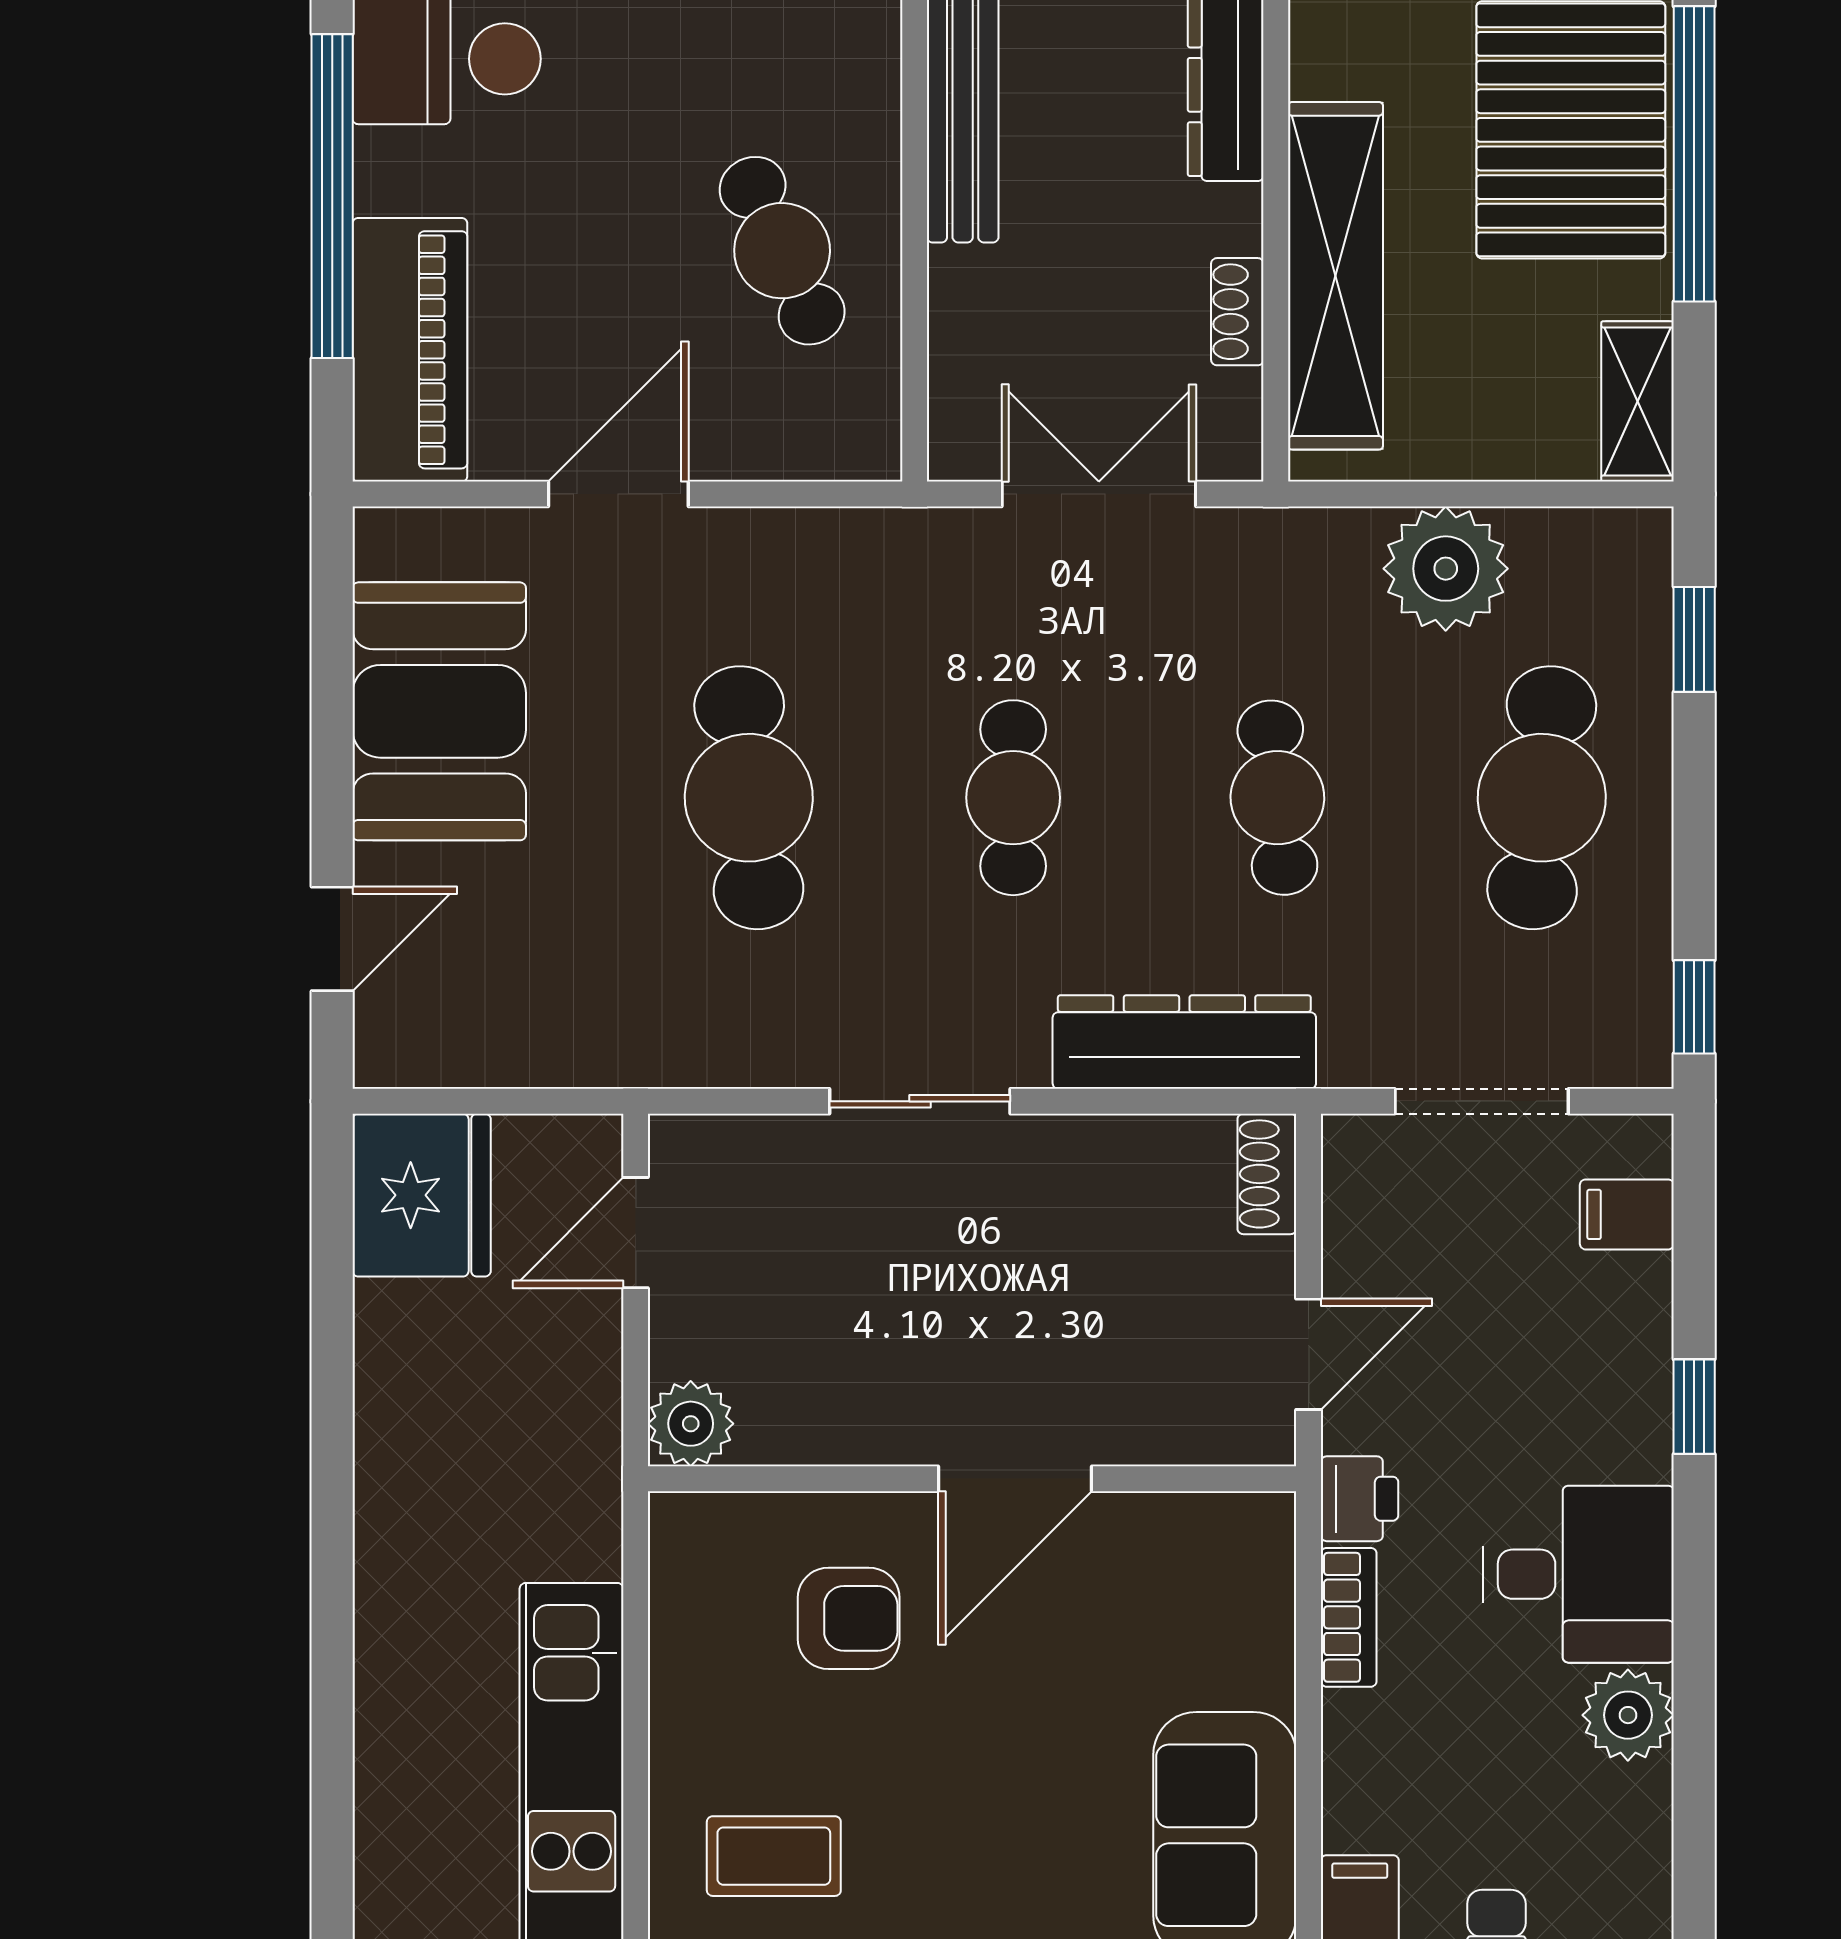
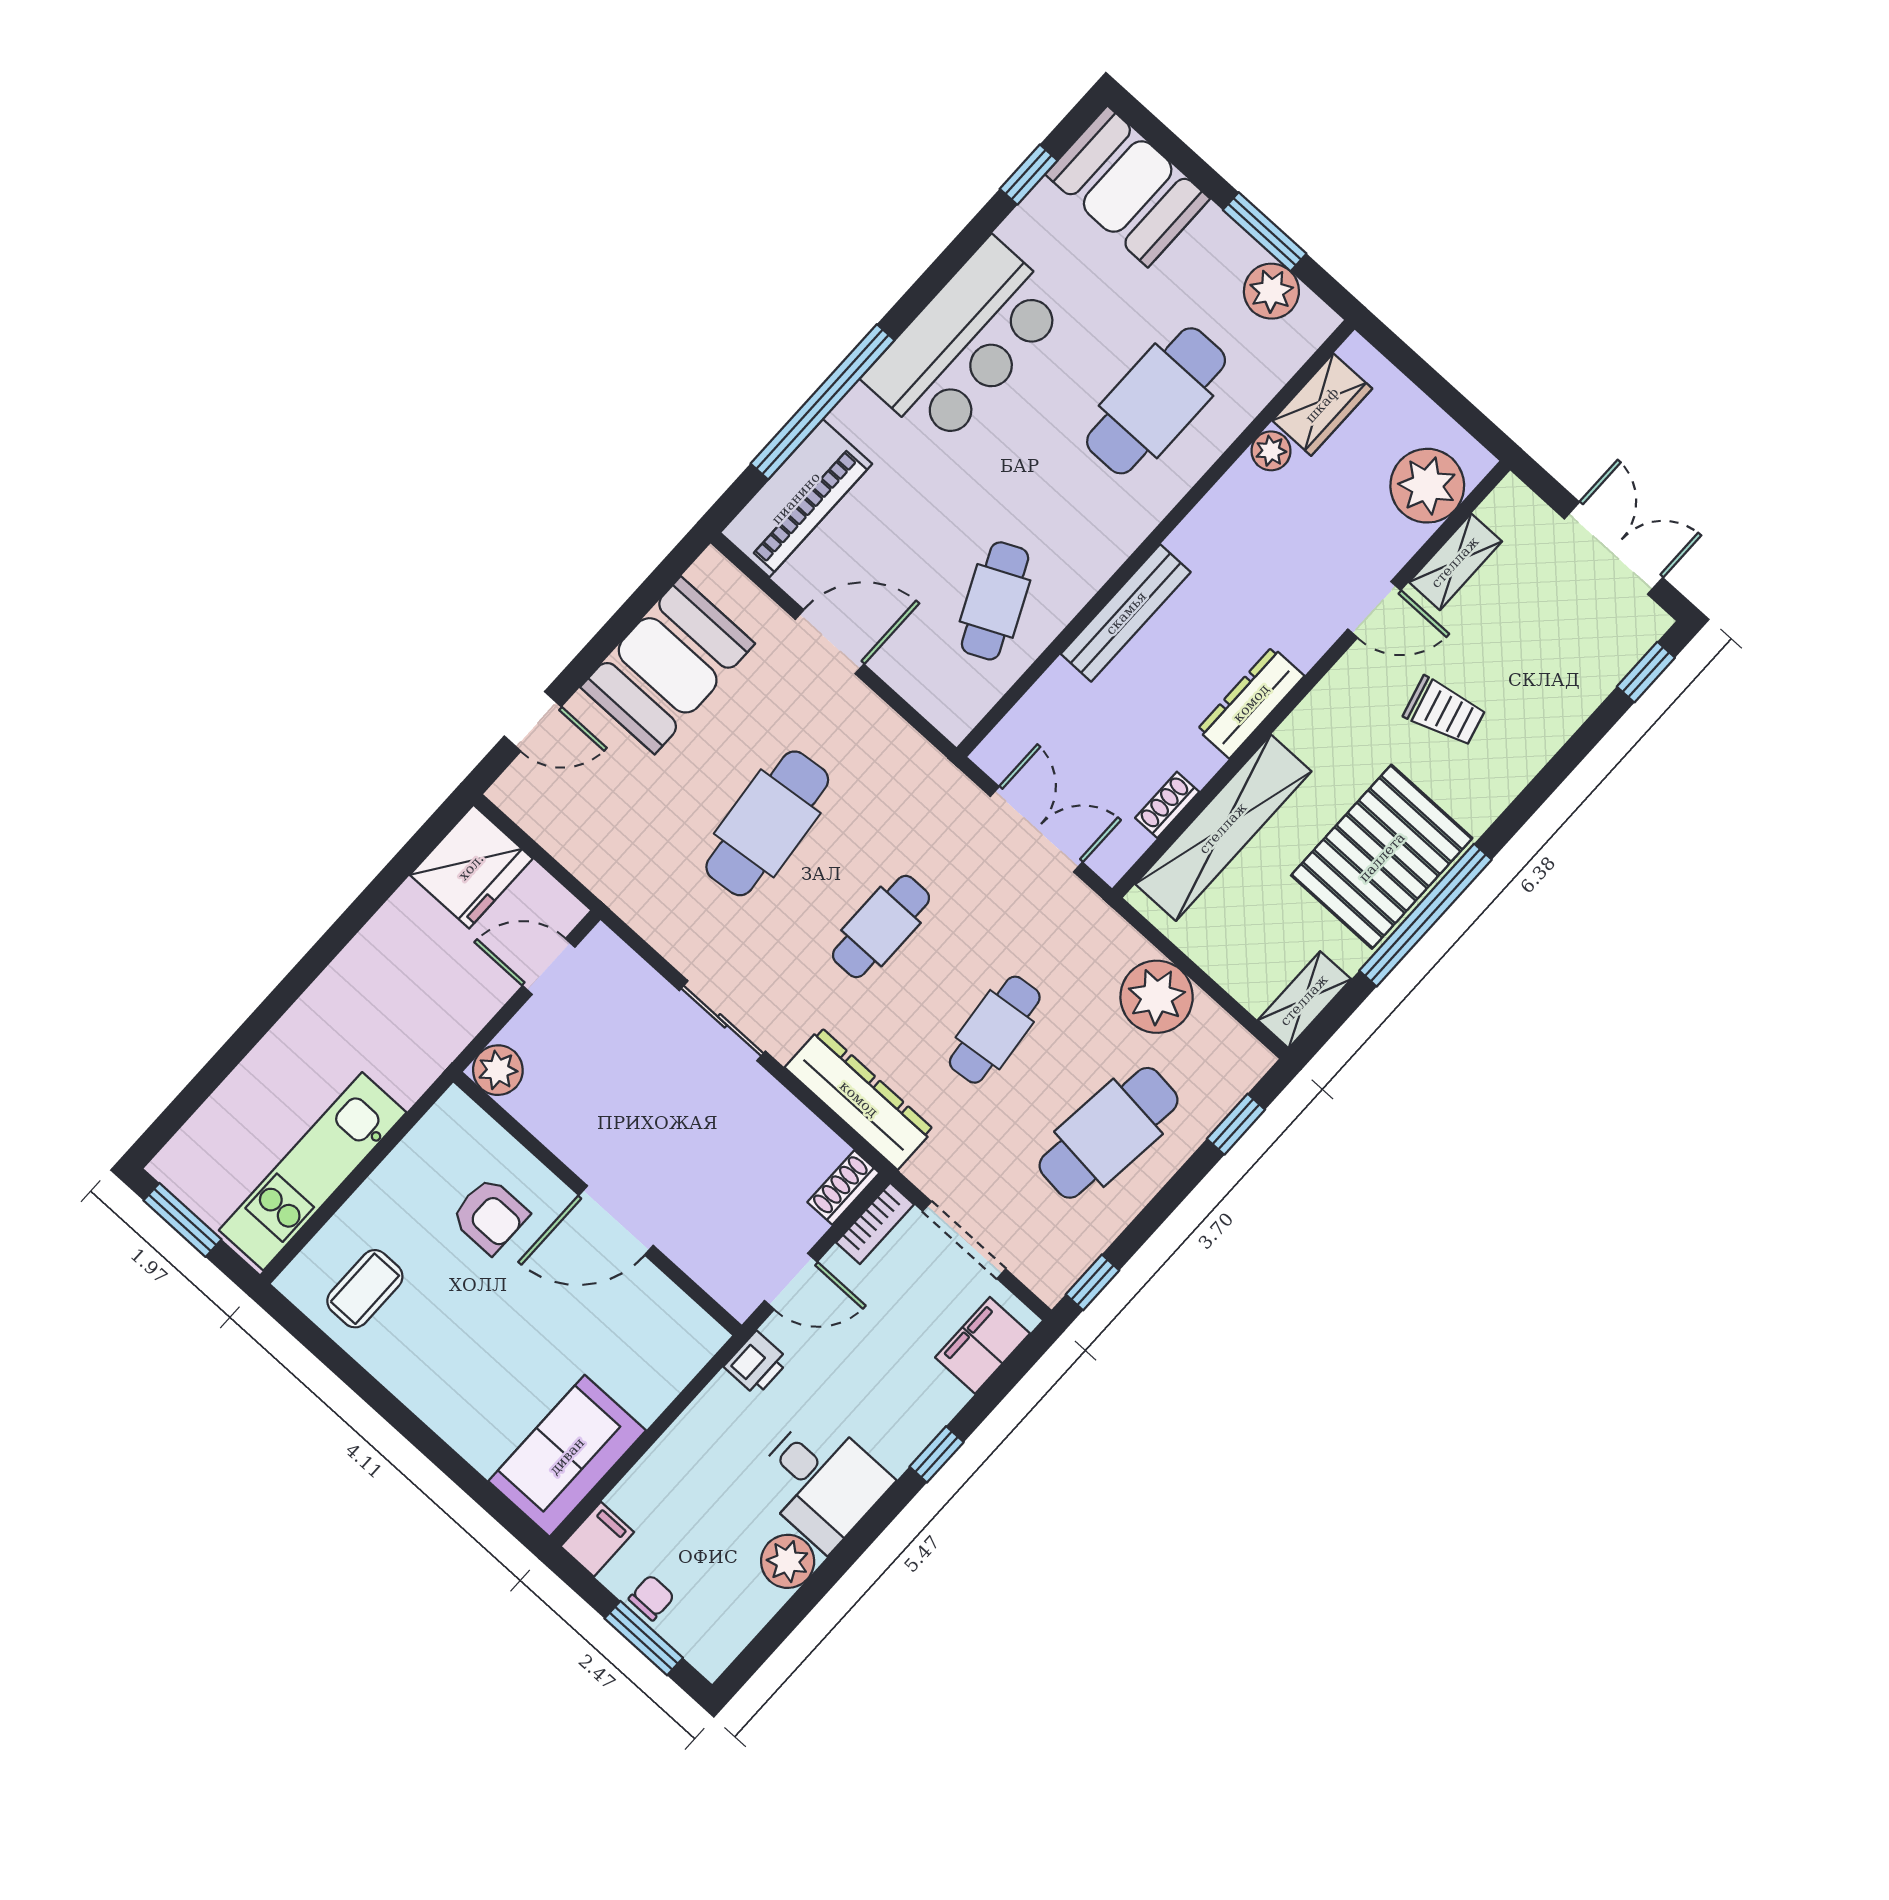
filing cabinet: (1627, 1214) -> (982, 1345), width x2.00
bookcase: (1349, 1617) -> (875, 1223), moved
coffee table: (774, 1856) -> (365, 1289), turned 90

